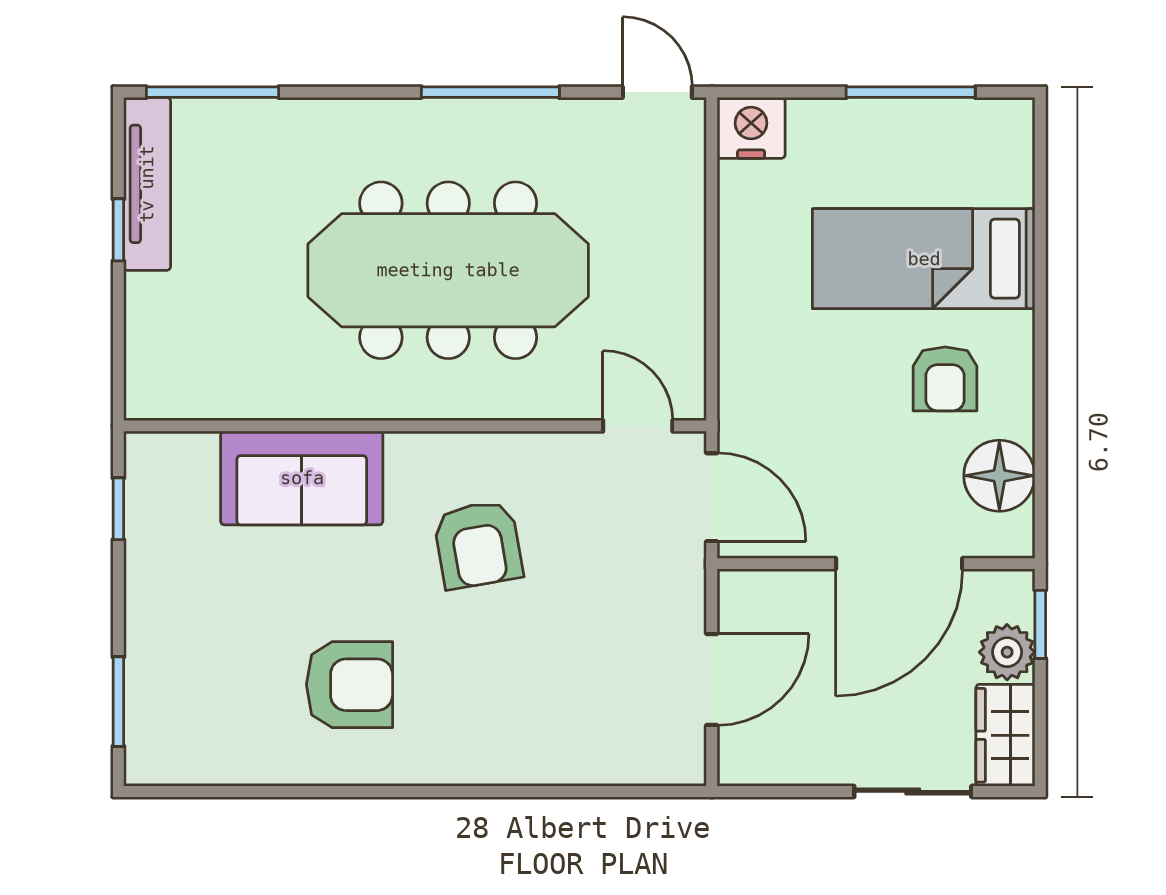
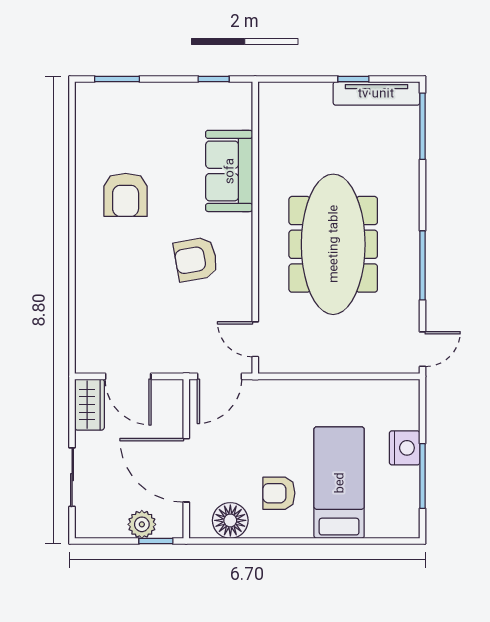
nightstand: (751, 128) -> (405, 448), moved
door: (638, 426) -> (255, 339), swing flipped
wardrobe: (1005, 735) -> (89, 405), moved, turned 90

